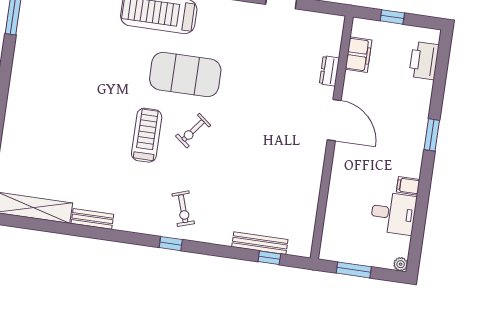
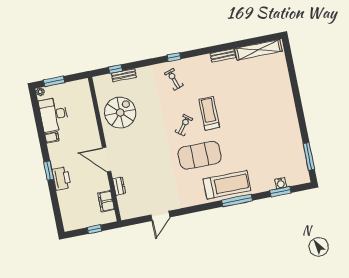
printer: (424, 61) -> (61, 178), moved
treadmill: (147, 135) -> (209, 113), turned 180
spiral stairs: (286, 186) -> (120, 113), added
desk: (393, 213) -> (54, 115), width x1.37
bench: (260, 243) -> (124, 75), width x0.73
window: (354, 270) -> (54, 81), moved

